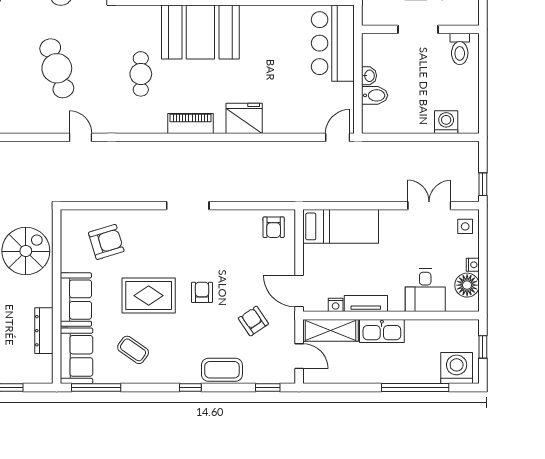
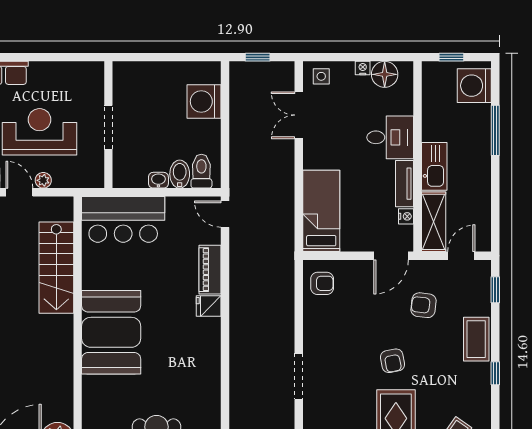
booth: (200, 32) -> (111, 332), moved
toilet: (460, 49) -> (201, 171), moved, turned -90
fridge: (244, 118) -> (209, 306), width x0.53, depth x0.75
washing machine: (446, 122) -> (204, 101), width x1.37, depth x1.37
piano: (190, 124) -> (210, 270), moved
window: (483, 184) -> (258, 57), moved
desk: (425, 290) -> (390, 137), moved
armchair: (202, 292) -> (393, 361), turned -101
armchair: (253, 321) -> (424, 305), turned 41
window: (415, 388) -> (495, 130), width x0.68

